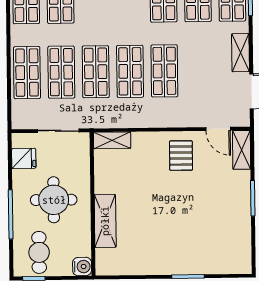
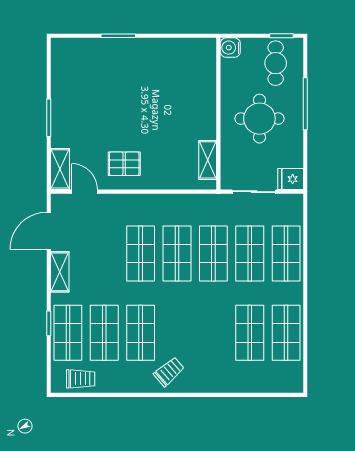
shelving: (112, 140) -> (208, 160), moved, turned 90
pallet: (181, 156) -> (124, 164), turned 90
fridge: (24, 158) -> (291, 179), moved
shelving: (105, 221) -> (205, 96), removed

